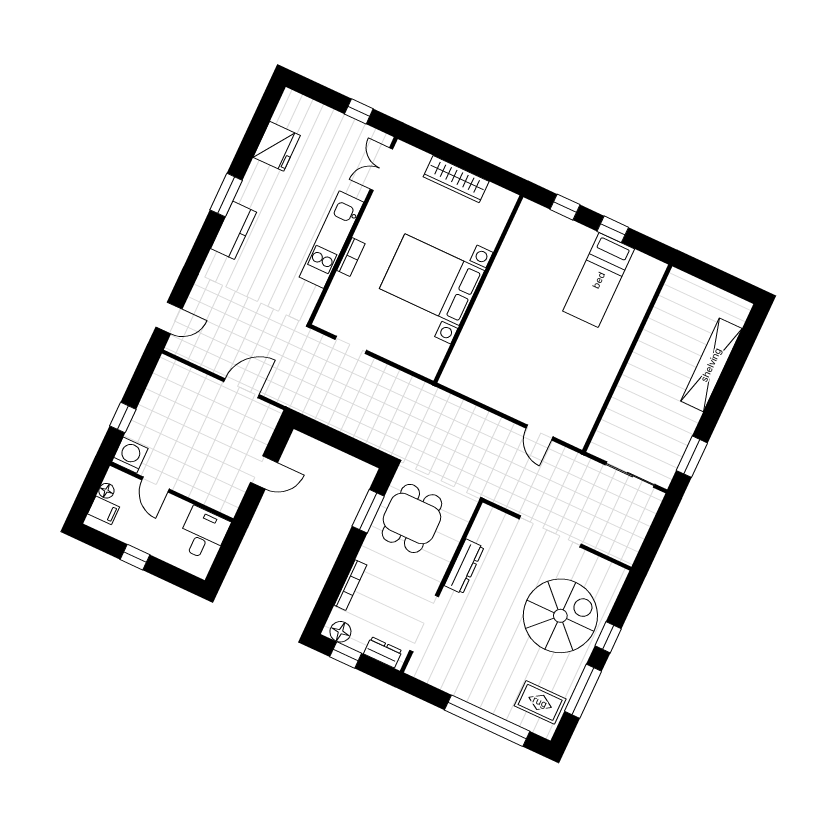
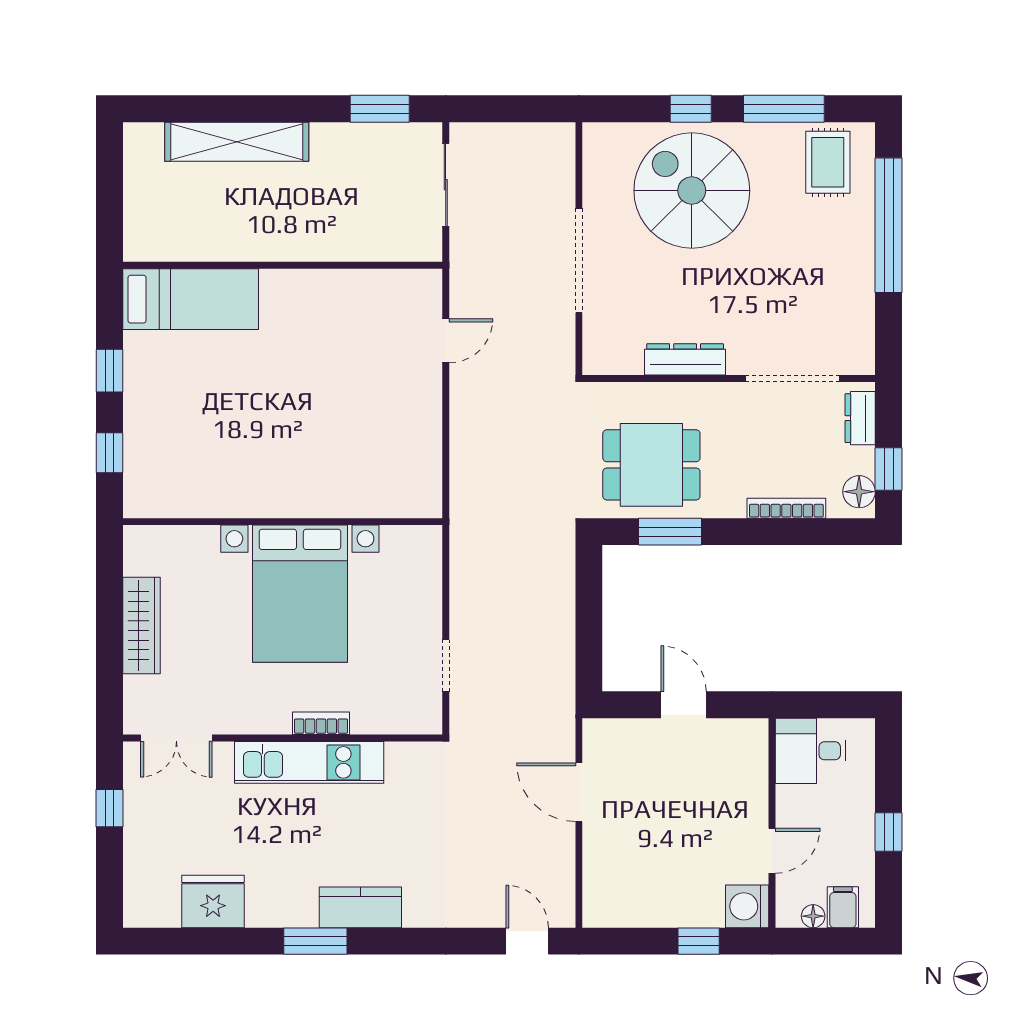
bed: (599, 280) -> (191, 299), moved

